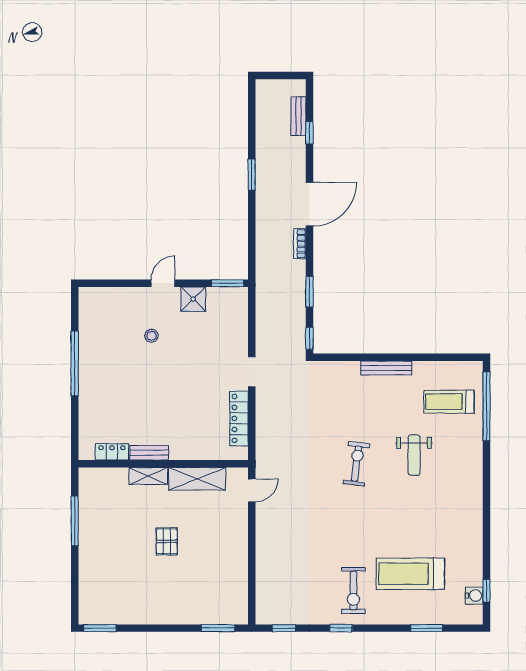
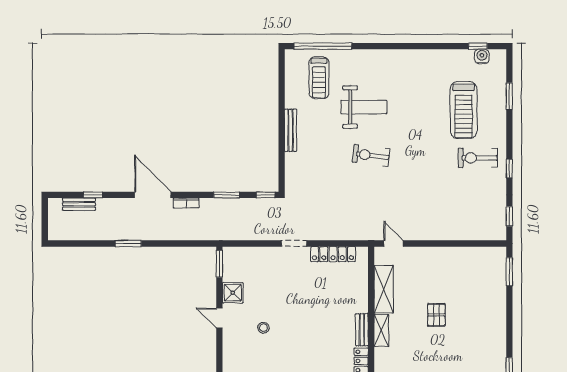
weight bench: (414, 455) -> (364, 107), width x1.36, depth x1.33
pallet: (167, 541) -> (436, 315), turned 90
exercise bike: (353, 591) -> (478, 158), turned 180

